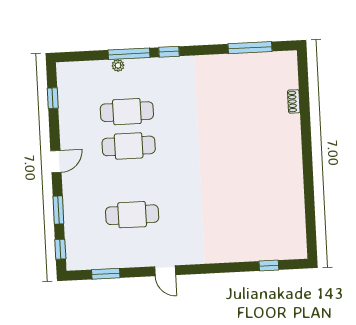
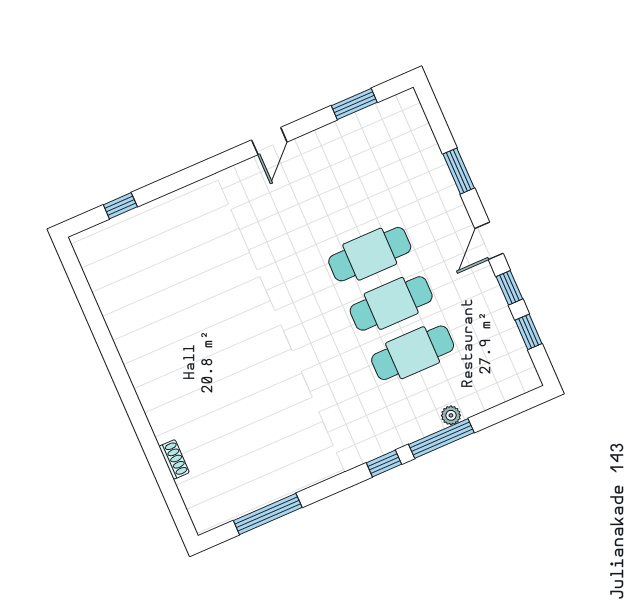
cafe table: (132, 215) -> (370, 254), moved
window: (60, 249) -> (509, 288), moved
door: (165, 271) -> (269, 141), swing flipped

